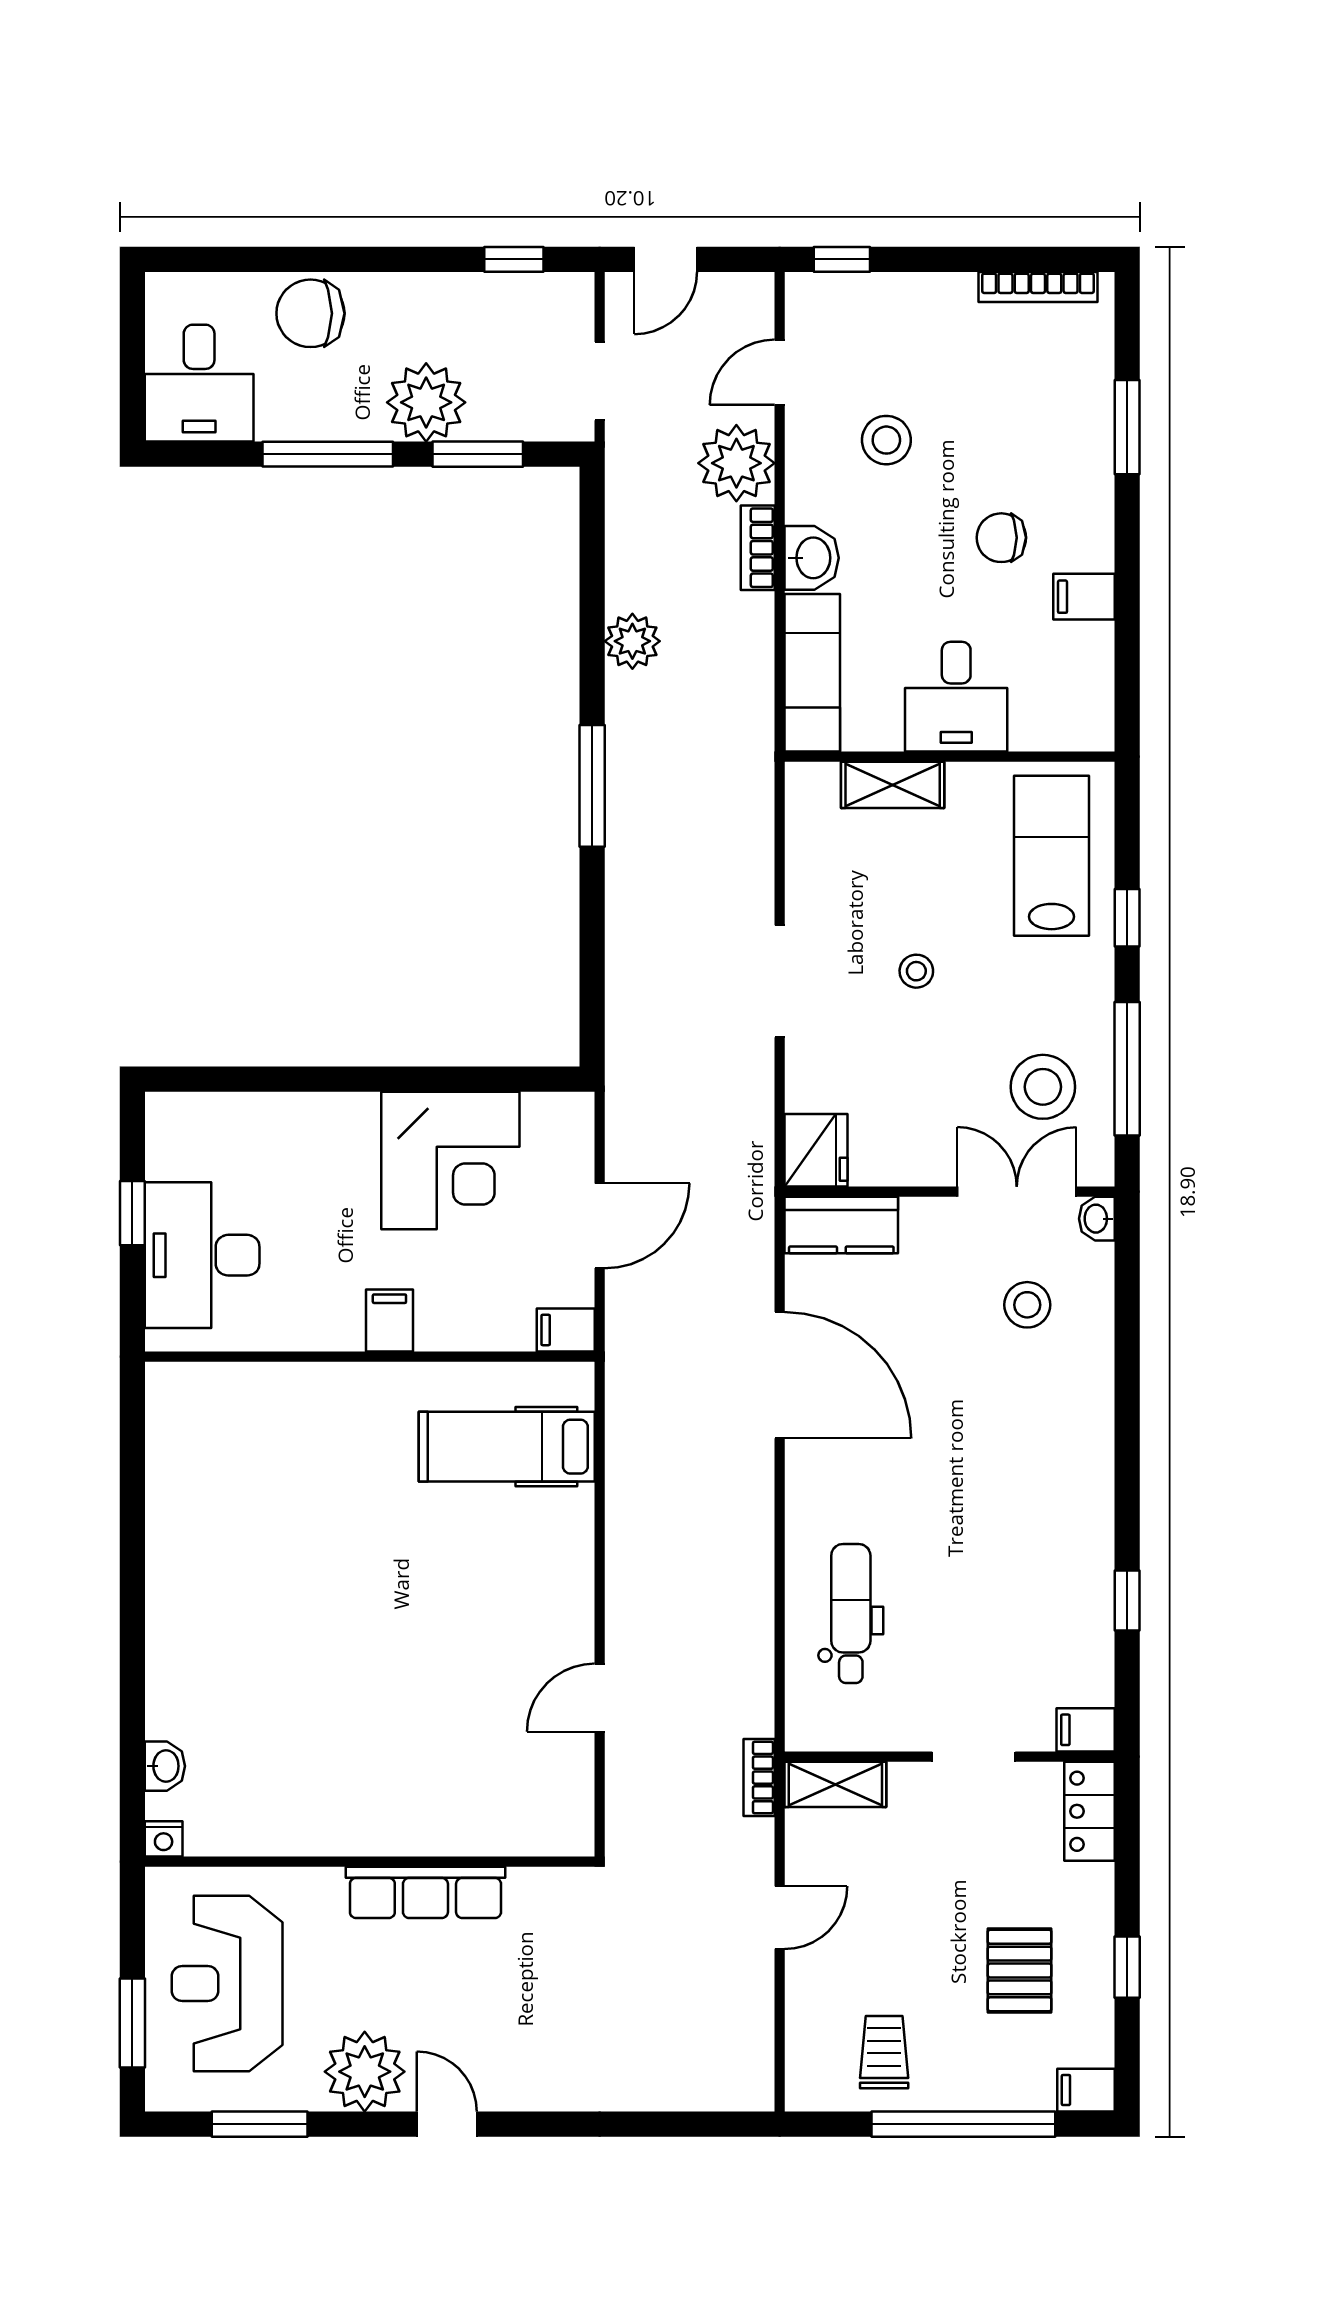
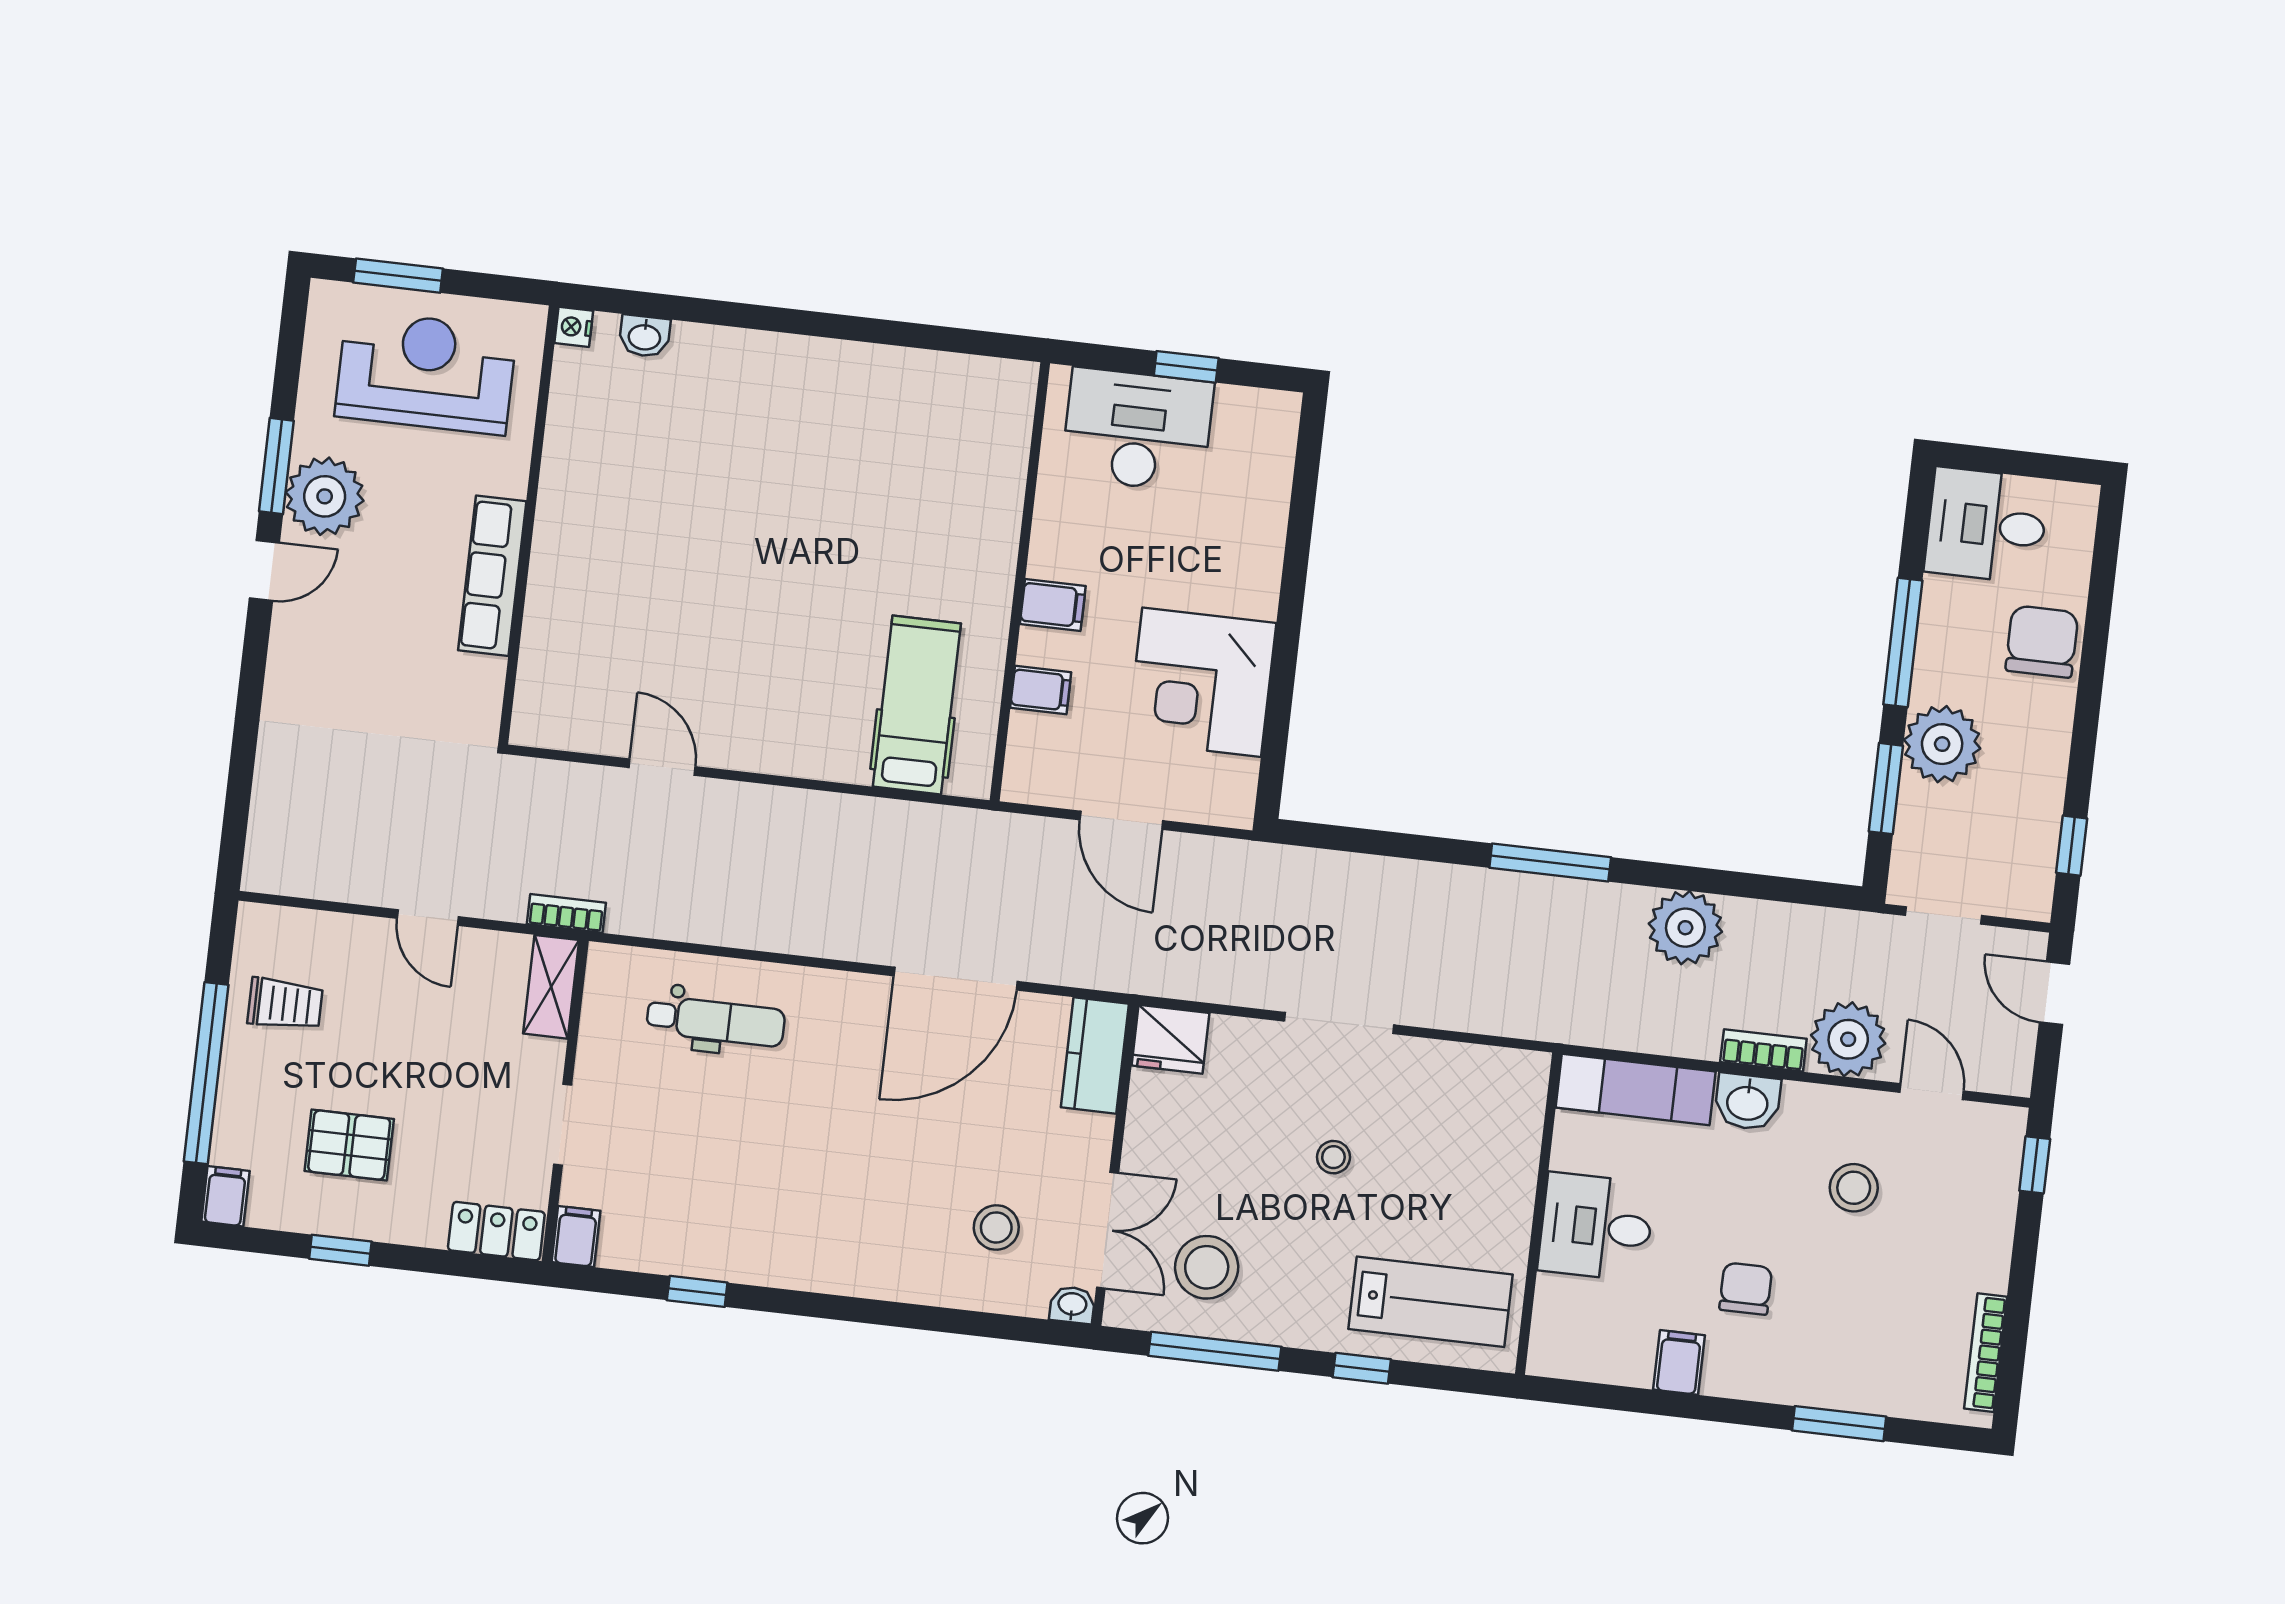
plant: (632, 641) -> (1685, 928), width x1.36, depth x1.36
shelving: (893, 785) -> (1517, 1155), removed
filing cabinet: (566, 1330) -> (1041, 690), moved, turned 90
window: (260, 2124) -> (276, 466), moved

